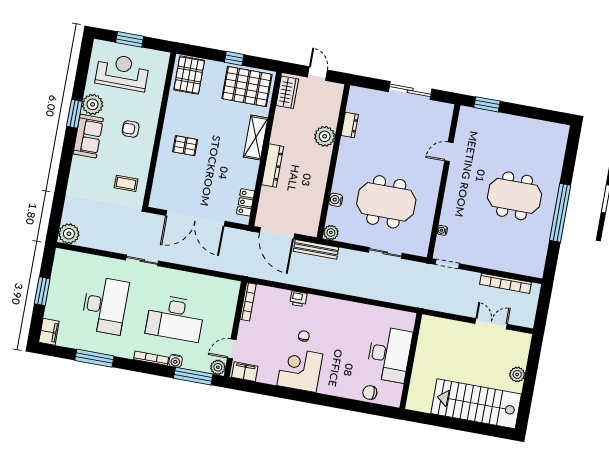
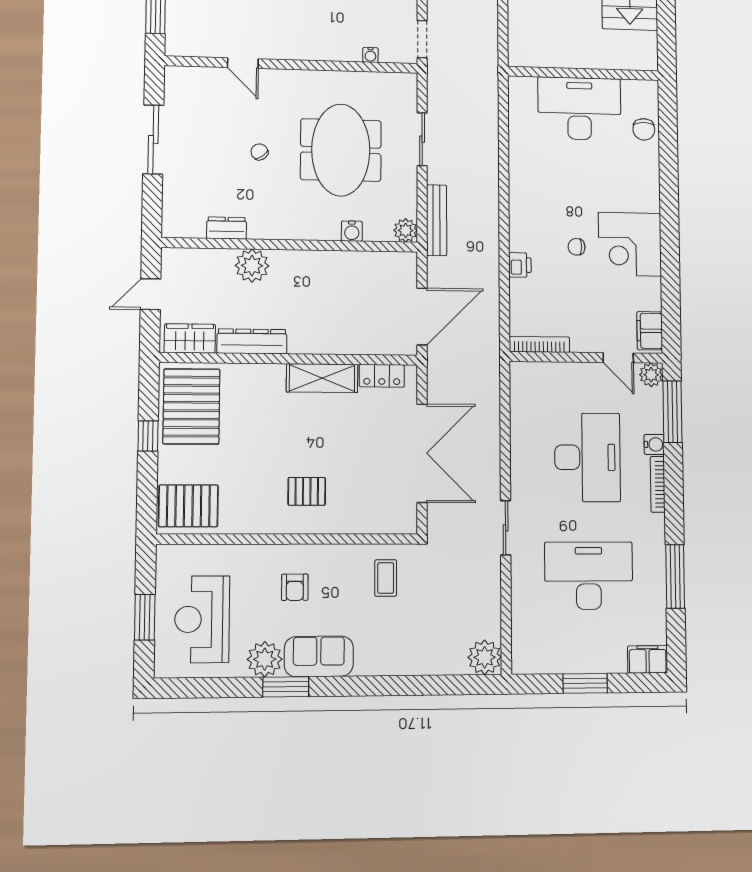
shelving: (256, 138) -> (322, 378), moved
pallet: (185, 146) -> (307, 491), turned 90
chair: (393, 153) -> (259, 152), added
dresser: (273, 166) -> (252, 341), moved
bench: (316, 249) -> (437, 220), moved

